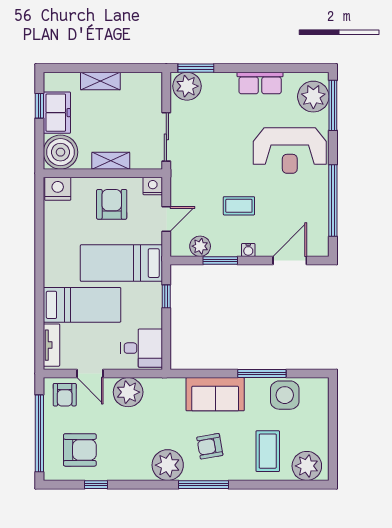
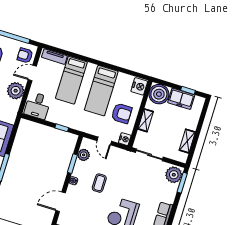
shelving: (100, 81) -> (187, 141), moved
door: (290, 260) -> (61, 202), swing flipped
bed: (121, 263) -> (101, 91), moved, turned 180

